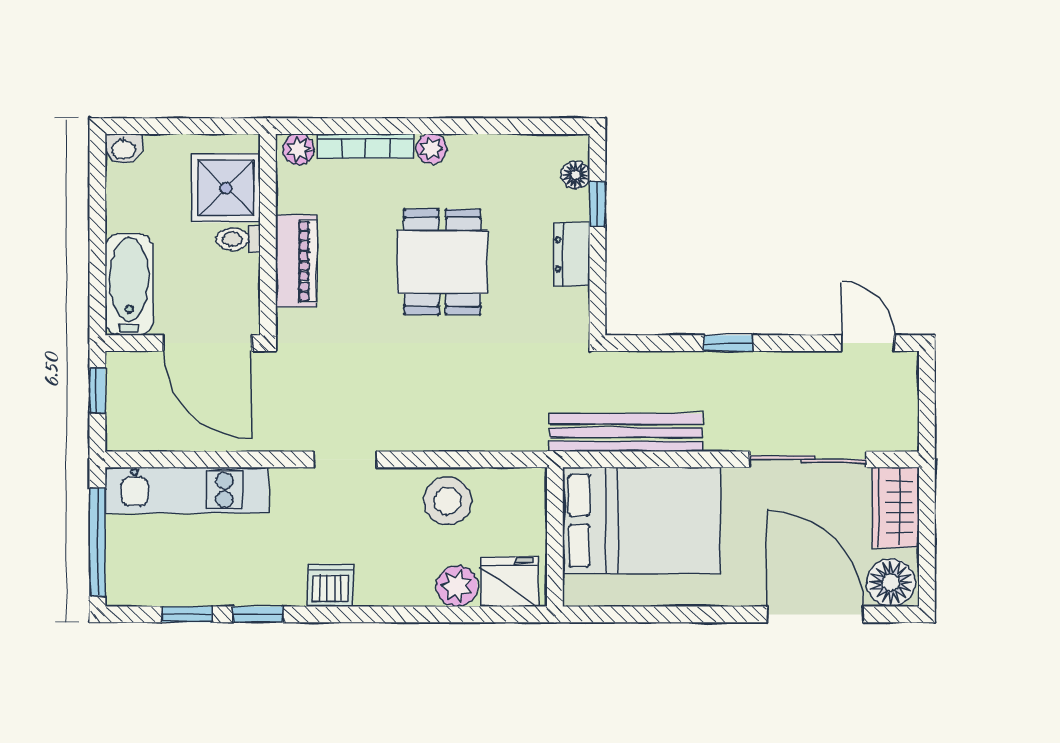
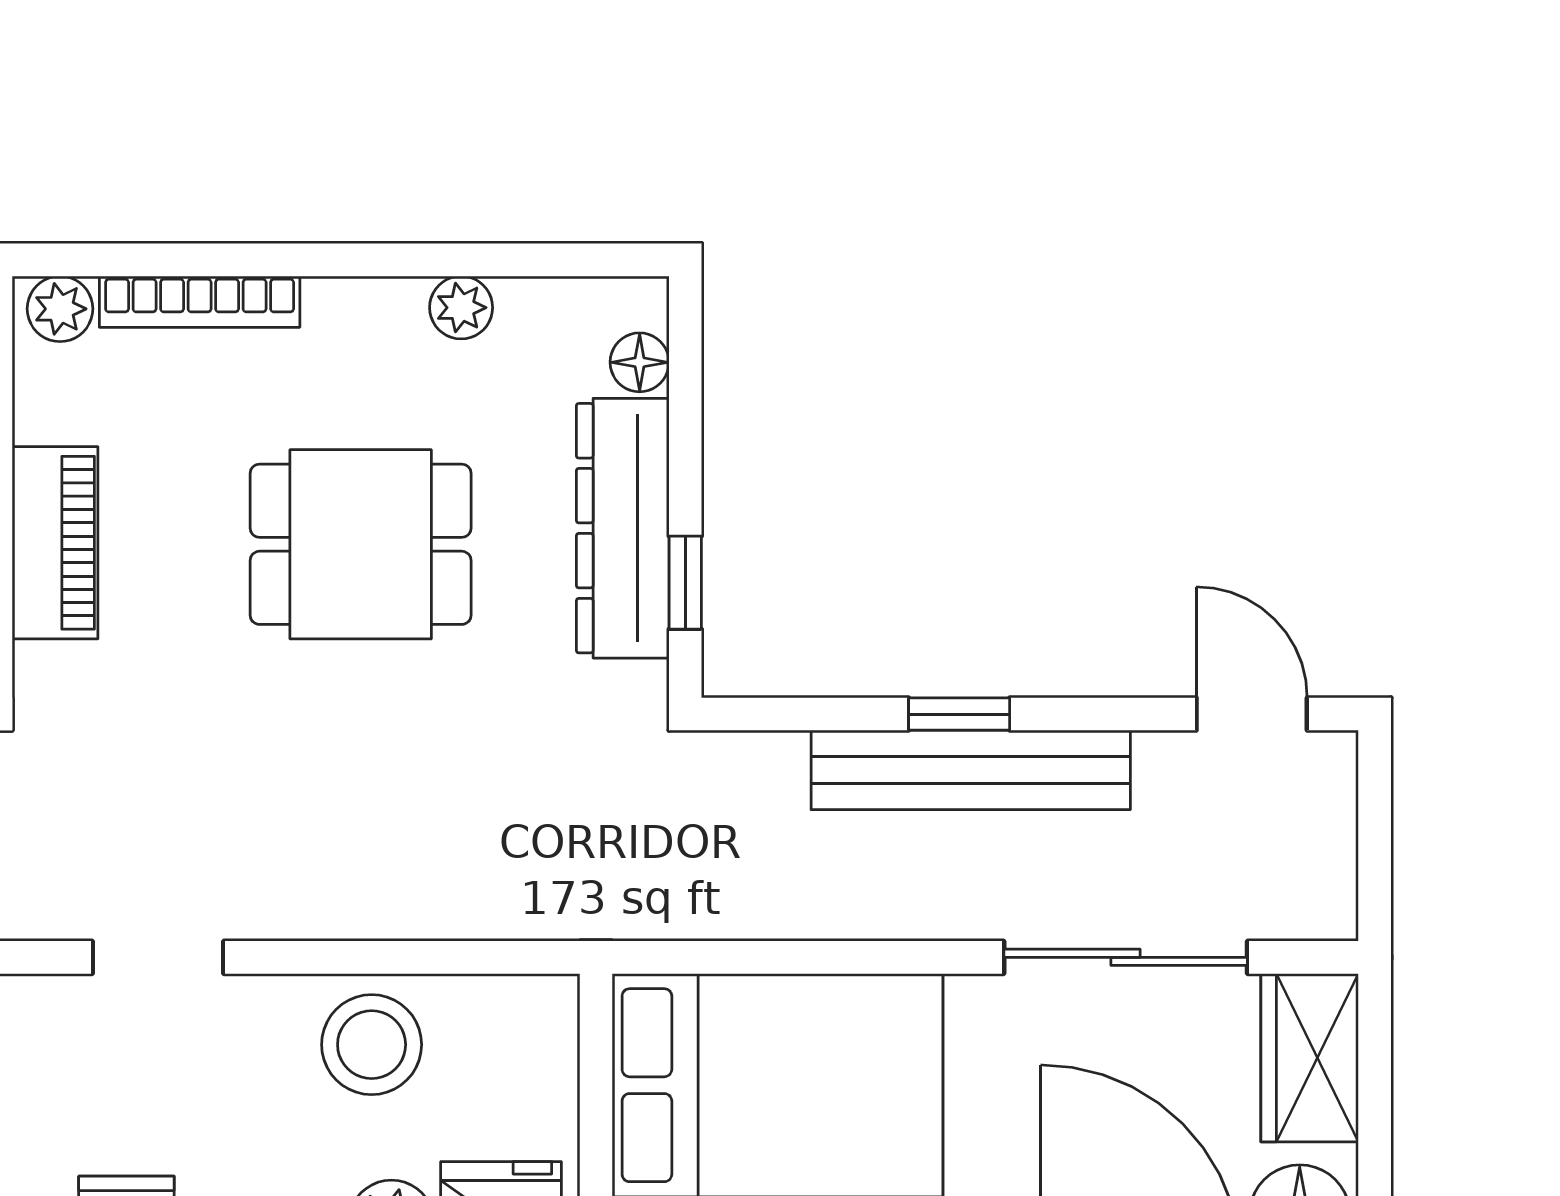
plant: (431, 149) -> (461, 308), moved
window: (597, 204) -> (685, 583), moved
dresser: (572, 254) -> (623, 528), width x1.96, depth x1.24
dining table: (442, 262) -> (361, 544), turned 90
bench: (626, 433) -> (971, 770), moved

